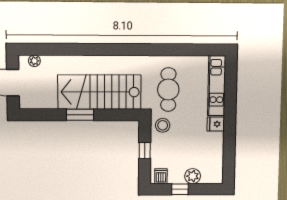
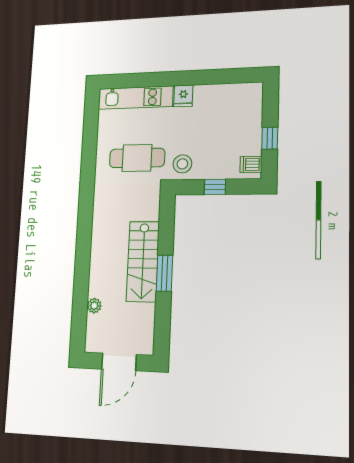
plant: (34, 61) -> (94, 306), moved
stairs: (99, 92) -> (143, 261), width x0.73, depth x0.66
plant: (193, 176) -> (252, 122), removed

